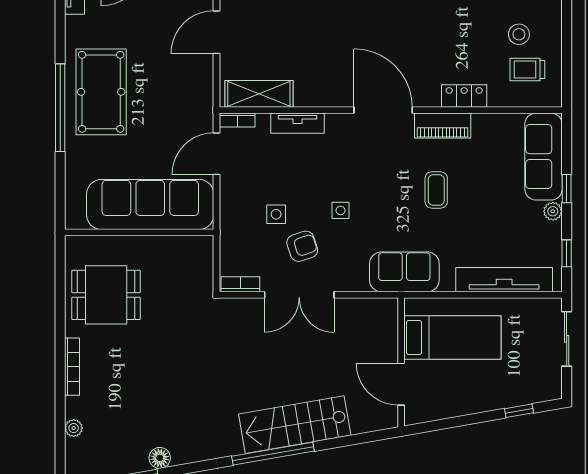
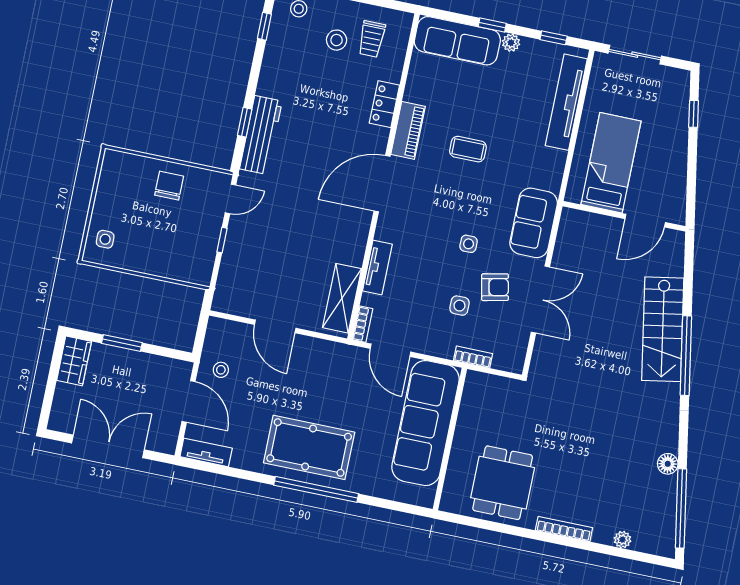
armchair: (302, 246) -> (495, 287), turned 96
sofa: (404, 272) -> (534, 223), moved
bookcase: (240, 284) -> (473, 357), moved, turned 90

